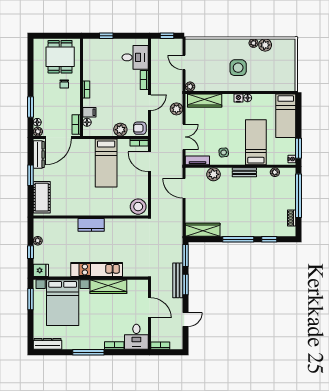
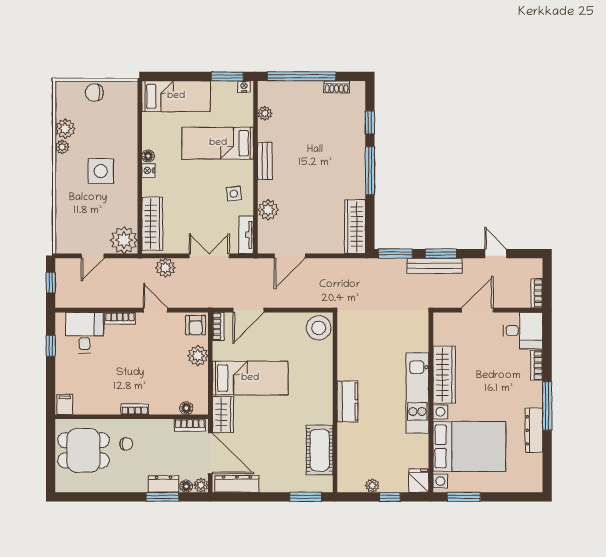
window: (106, 36) -> (51, 346), moved
chair: (288, 64) -> (94, 93), added
plant: (190, 87) -> (124, 240), width x1.87, depth x1.87
dresser: (39, 108) -> (164, 484), added
filing cabinet: (89, 112) -> (65, 404), moved
wardrobe: (83, 146) -> (223, 415), added
window: (30, 175) -> (306, 497), moved
cot: (42, 197) -> (320, 450), moved, turned 90
dresser: (47, 344) -> (534, 430), moved

